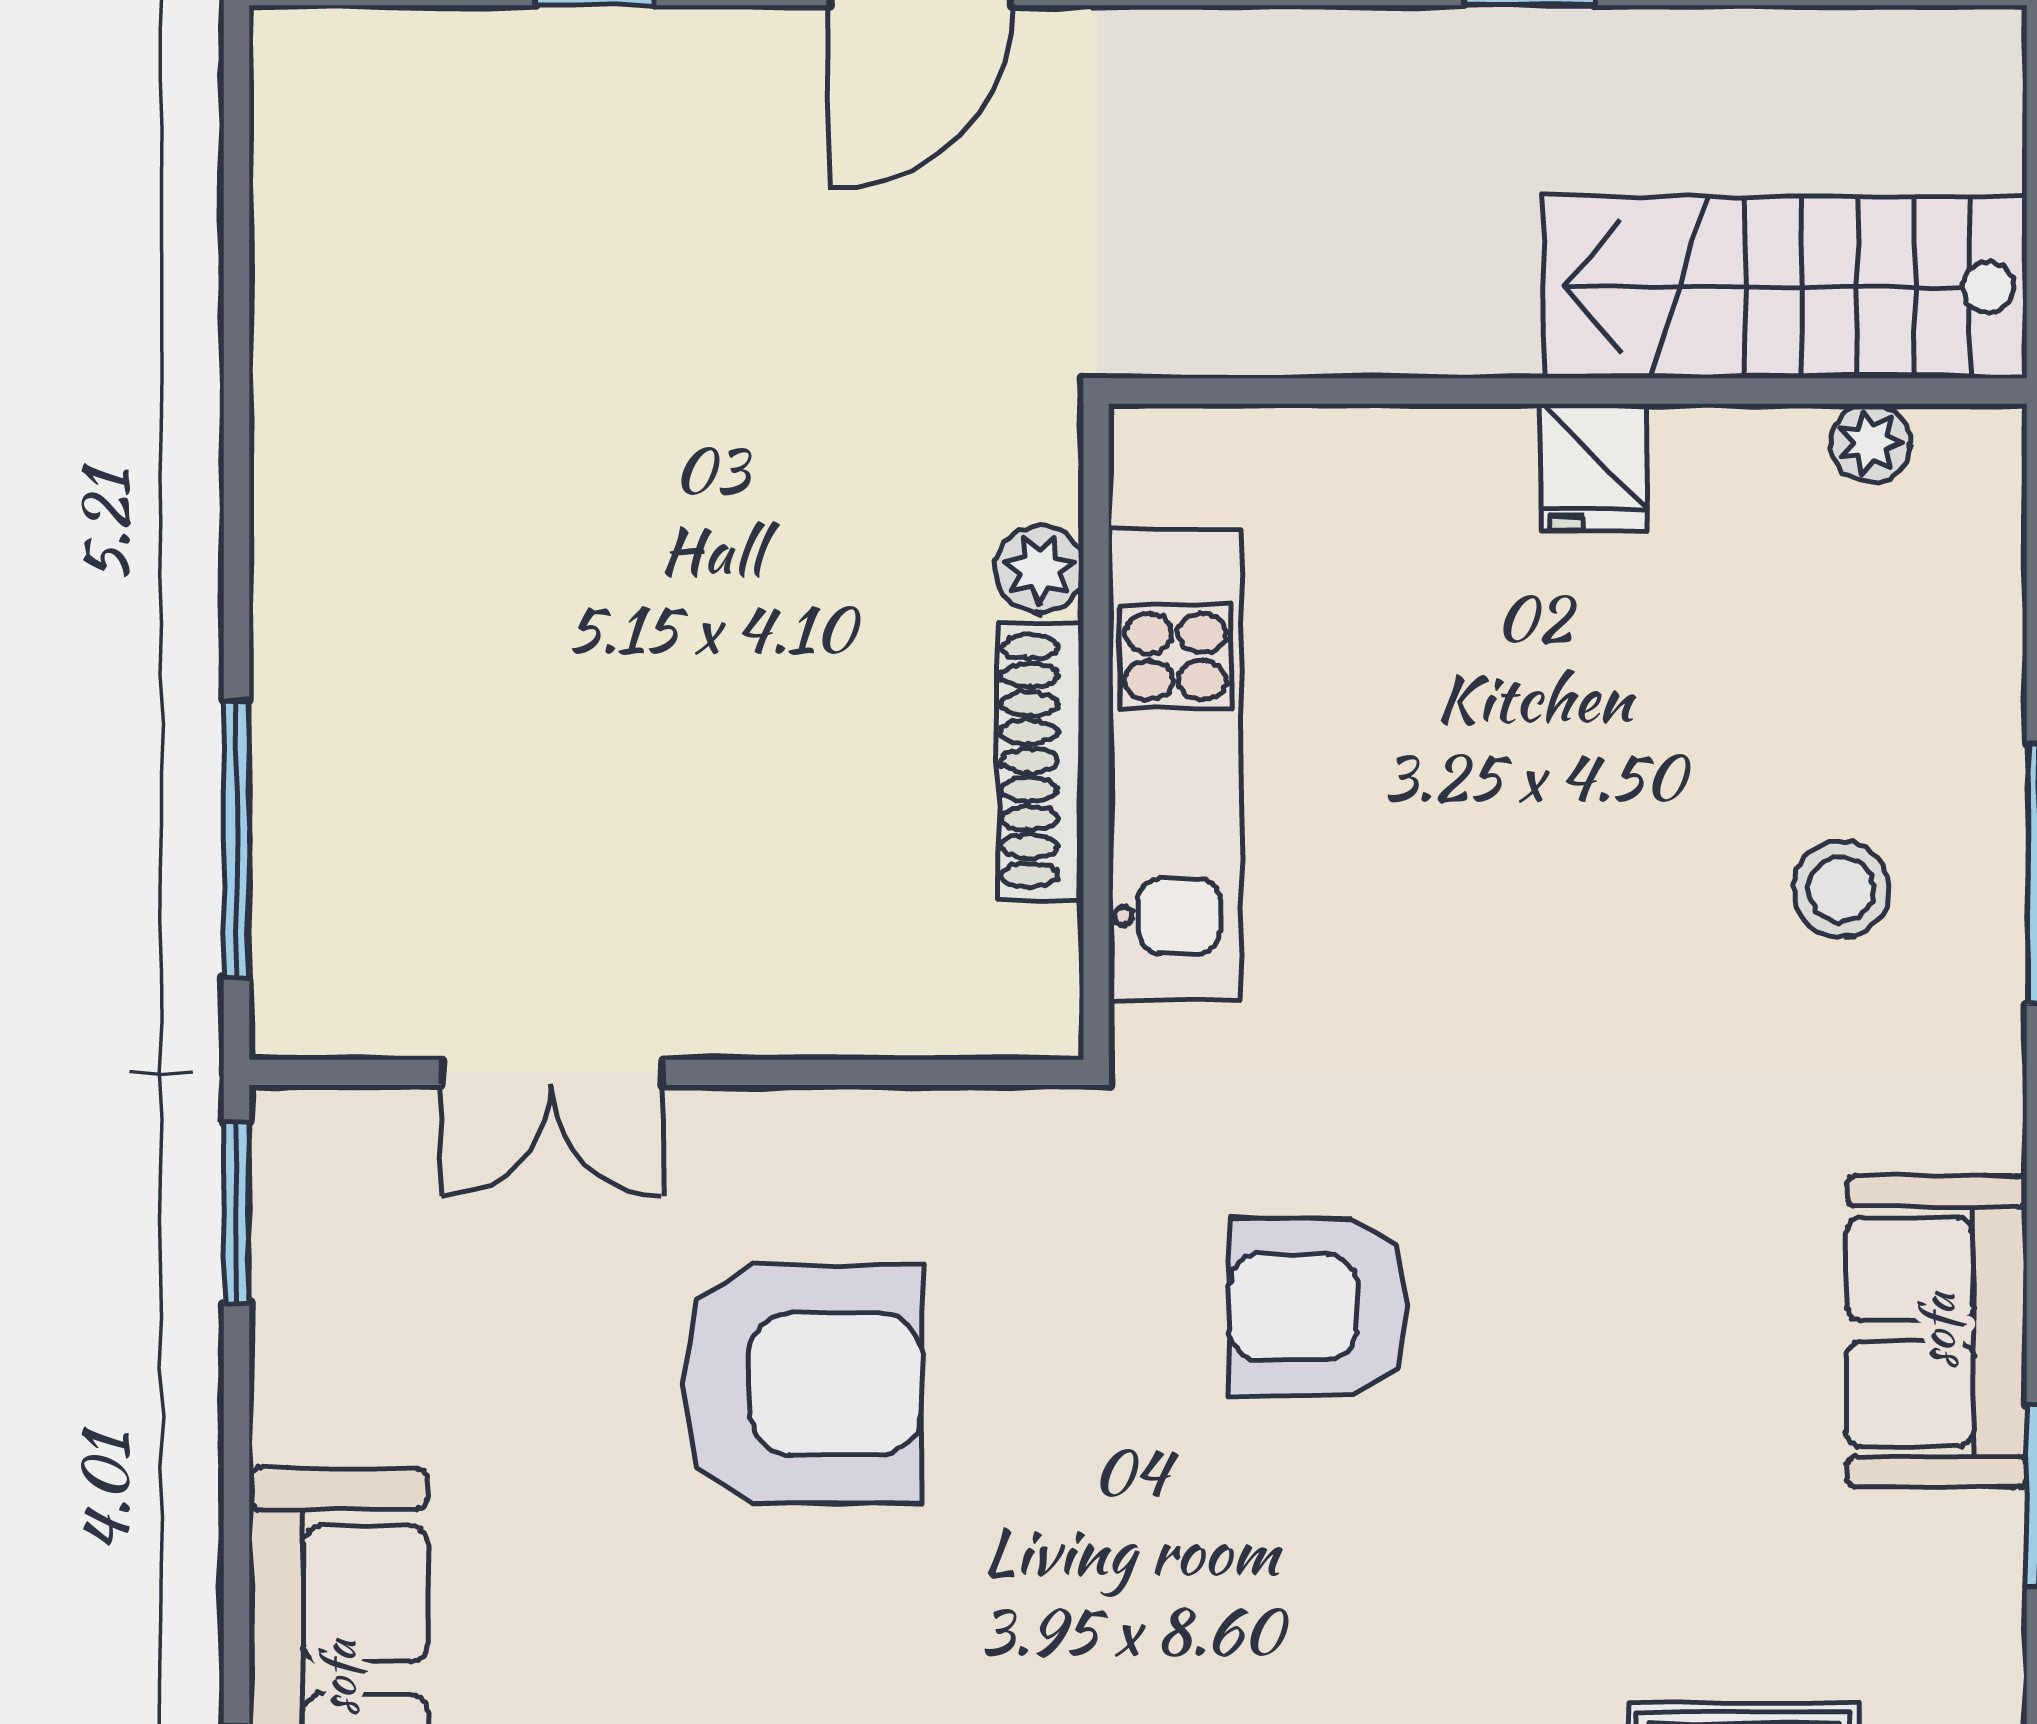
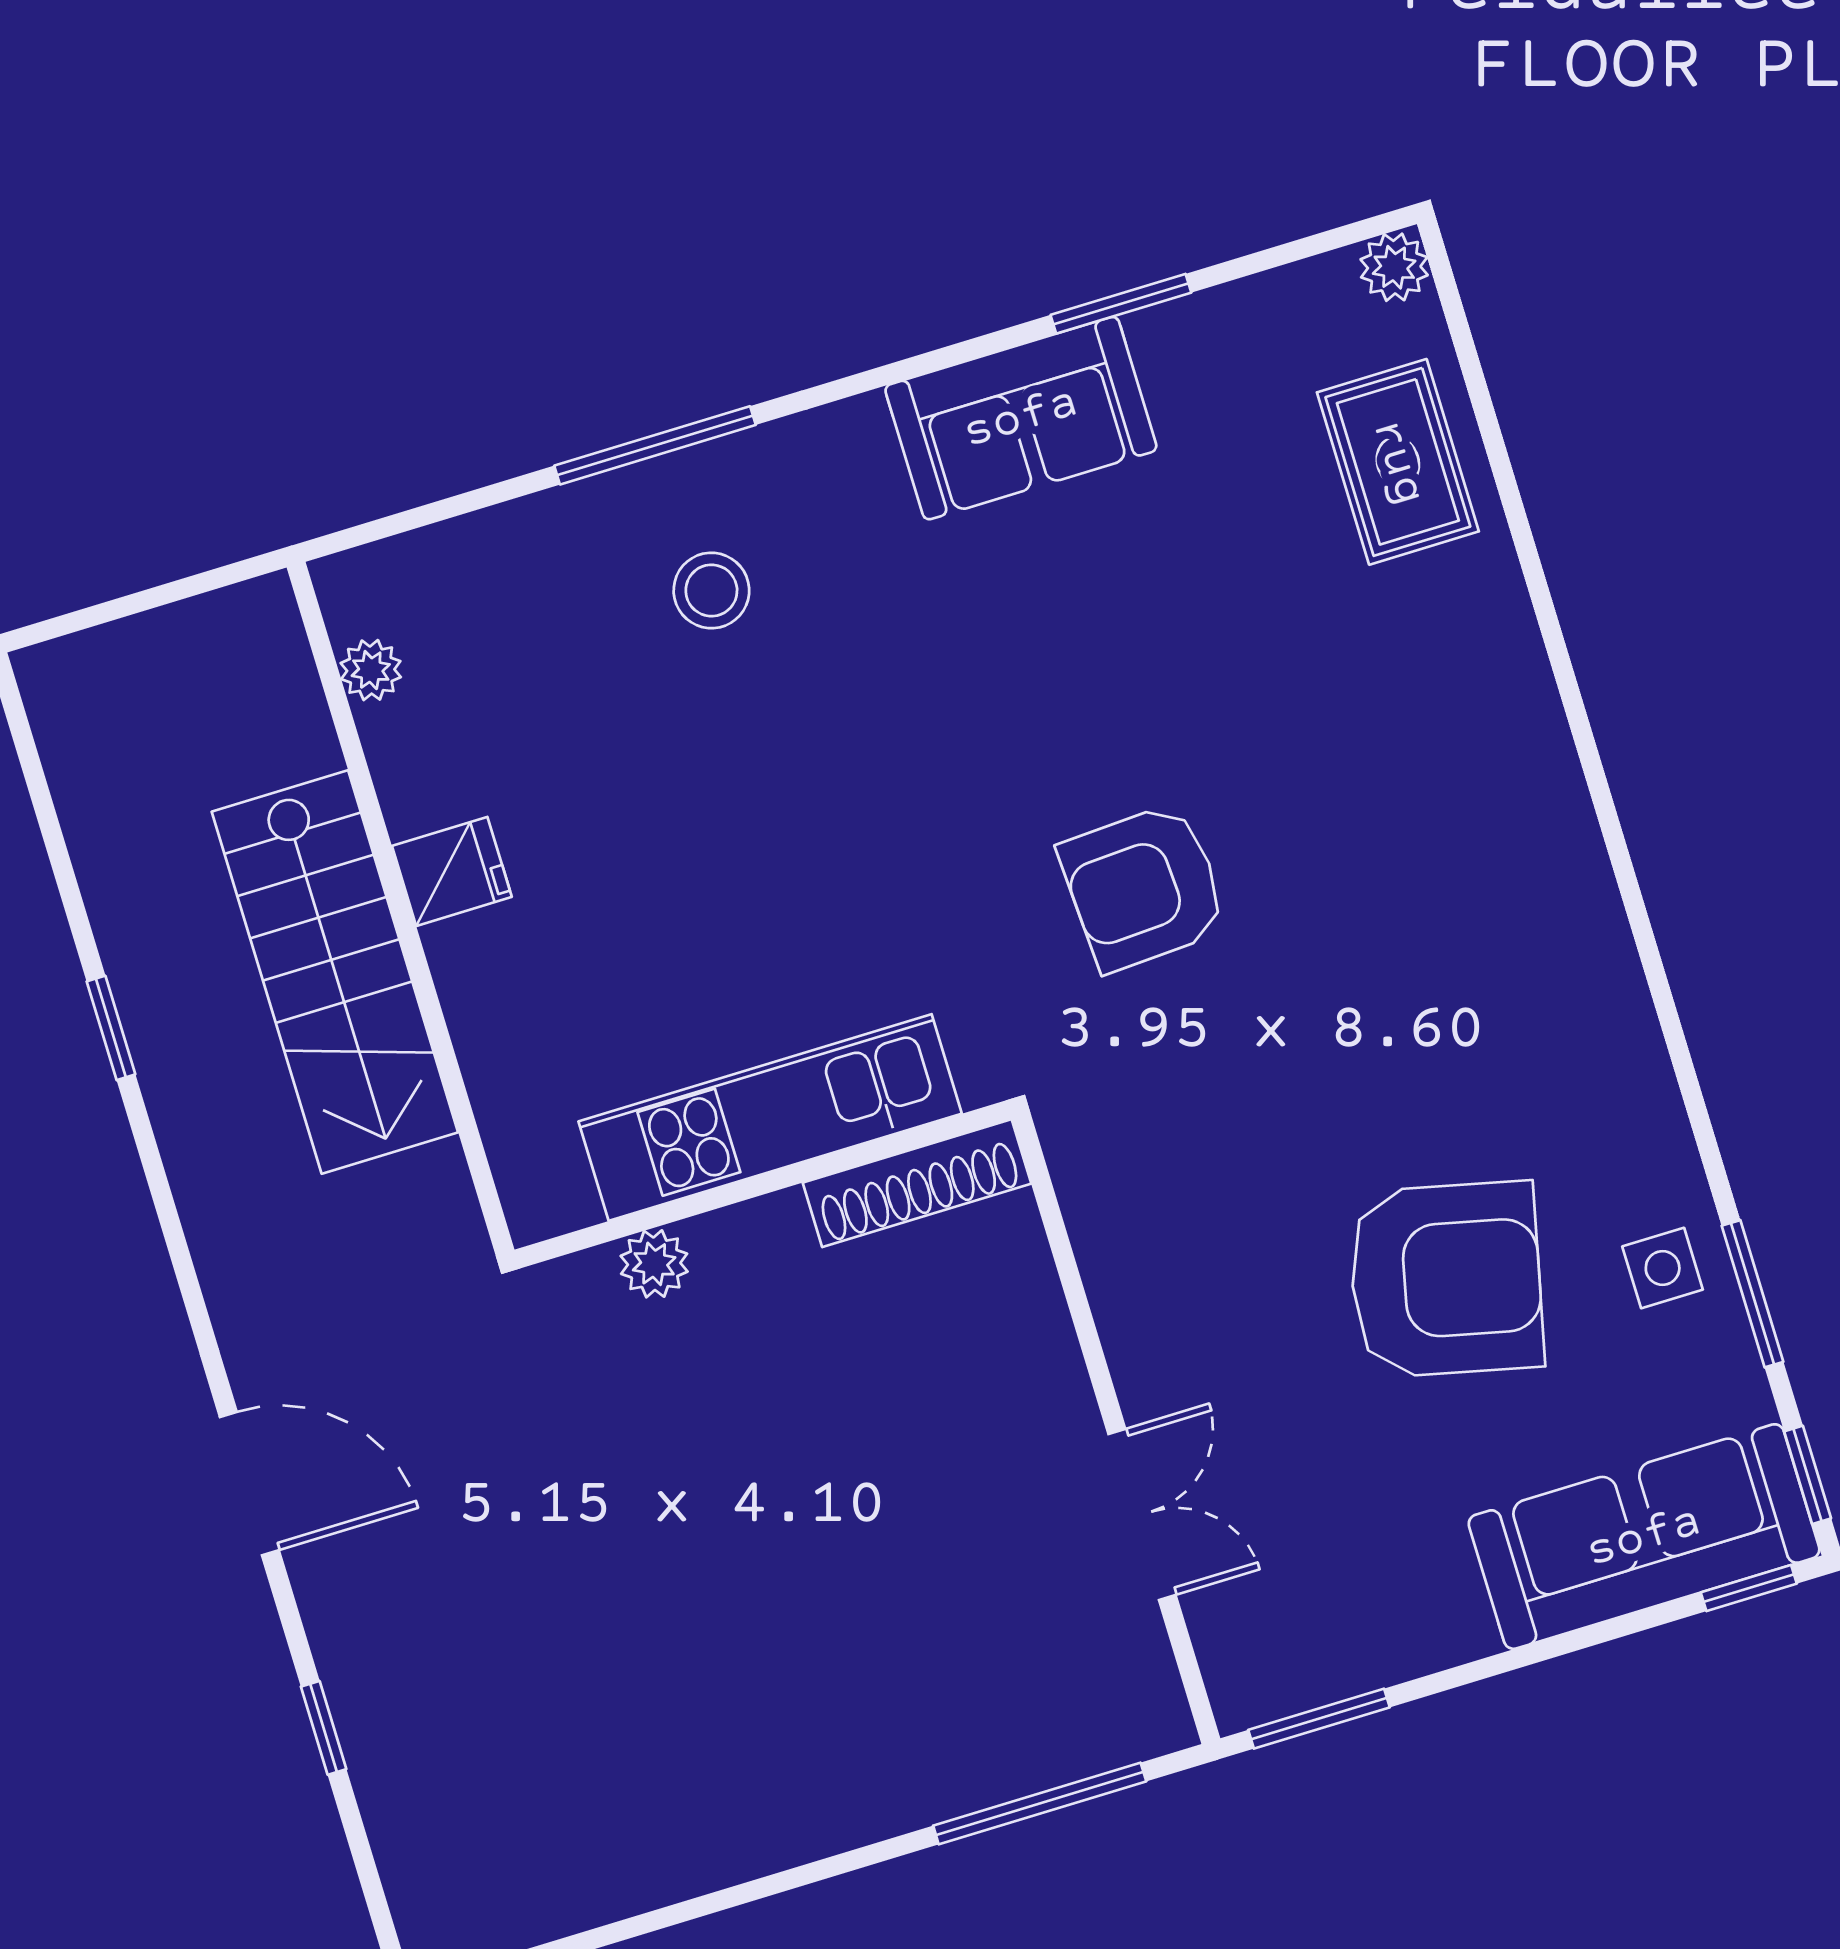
stairs: (1785, 287) -> (335, 972), moved
shoe rack: (1040, 761) -> (917, 1183), moved
armchair: (1318, 1307) -> (1144, 887), turned 87
armchair: (802, 1384) -> (1446, 1280), moved, turned 103

